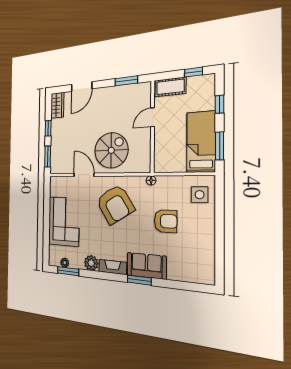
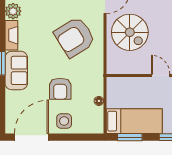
floor lamp: (151, 180) -> (99, 101), moved
side table: (200, 195) -> (64, 121), moved
door: (219, 256) -> (31, 137), added

